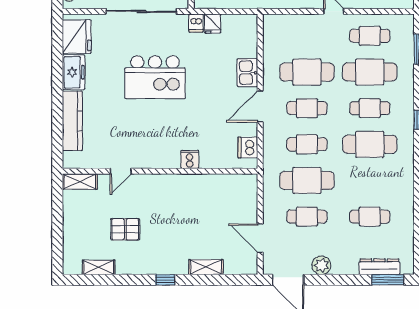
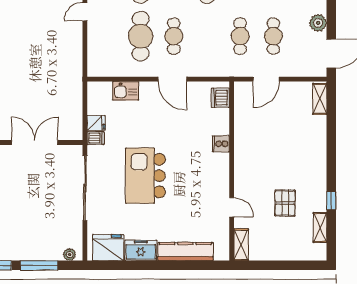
kitchen sink: (247, 73) -> (126, 91), moved
kitchen island: (155, 77) -> (145, 176), turned 180
cafe table: (307, 144) -> (207, 36), removed
dishwasher: (248, 147) -> (220, 98), moved, turned 90
cafe table: (307, 180) -> (240, 36), width x0.73, depth x0.74
door: (260, 238) -> (266, 79), moved
shelving: (206, 267) -> (320, 99), moved
window: (165, 280) -> (331, 201), moved

